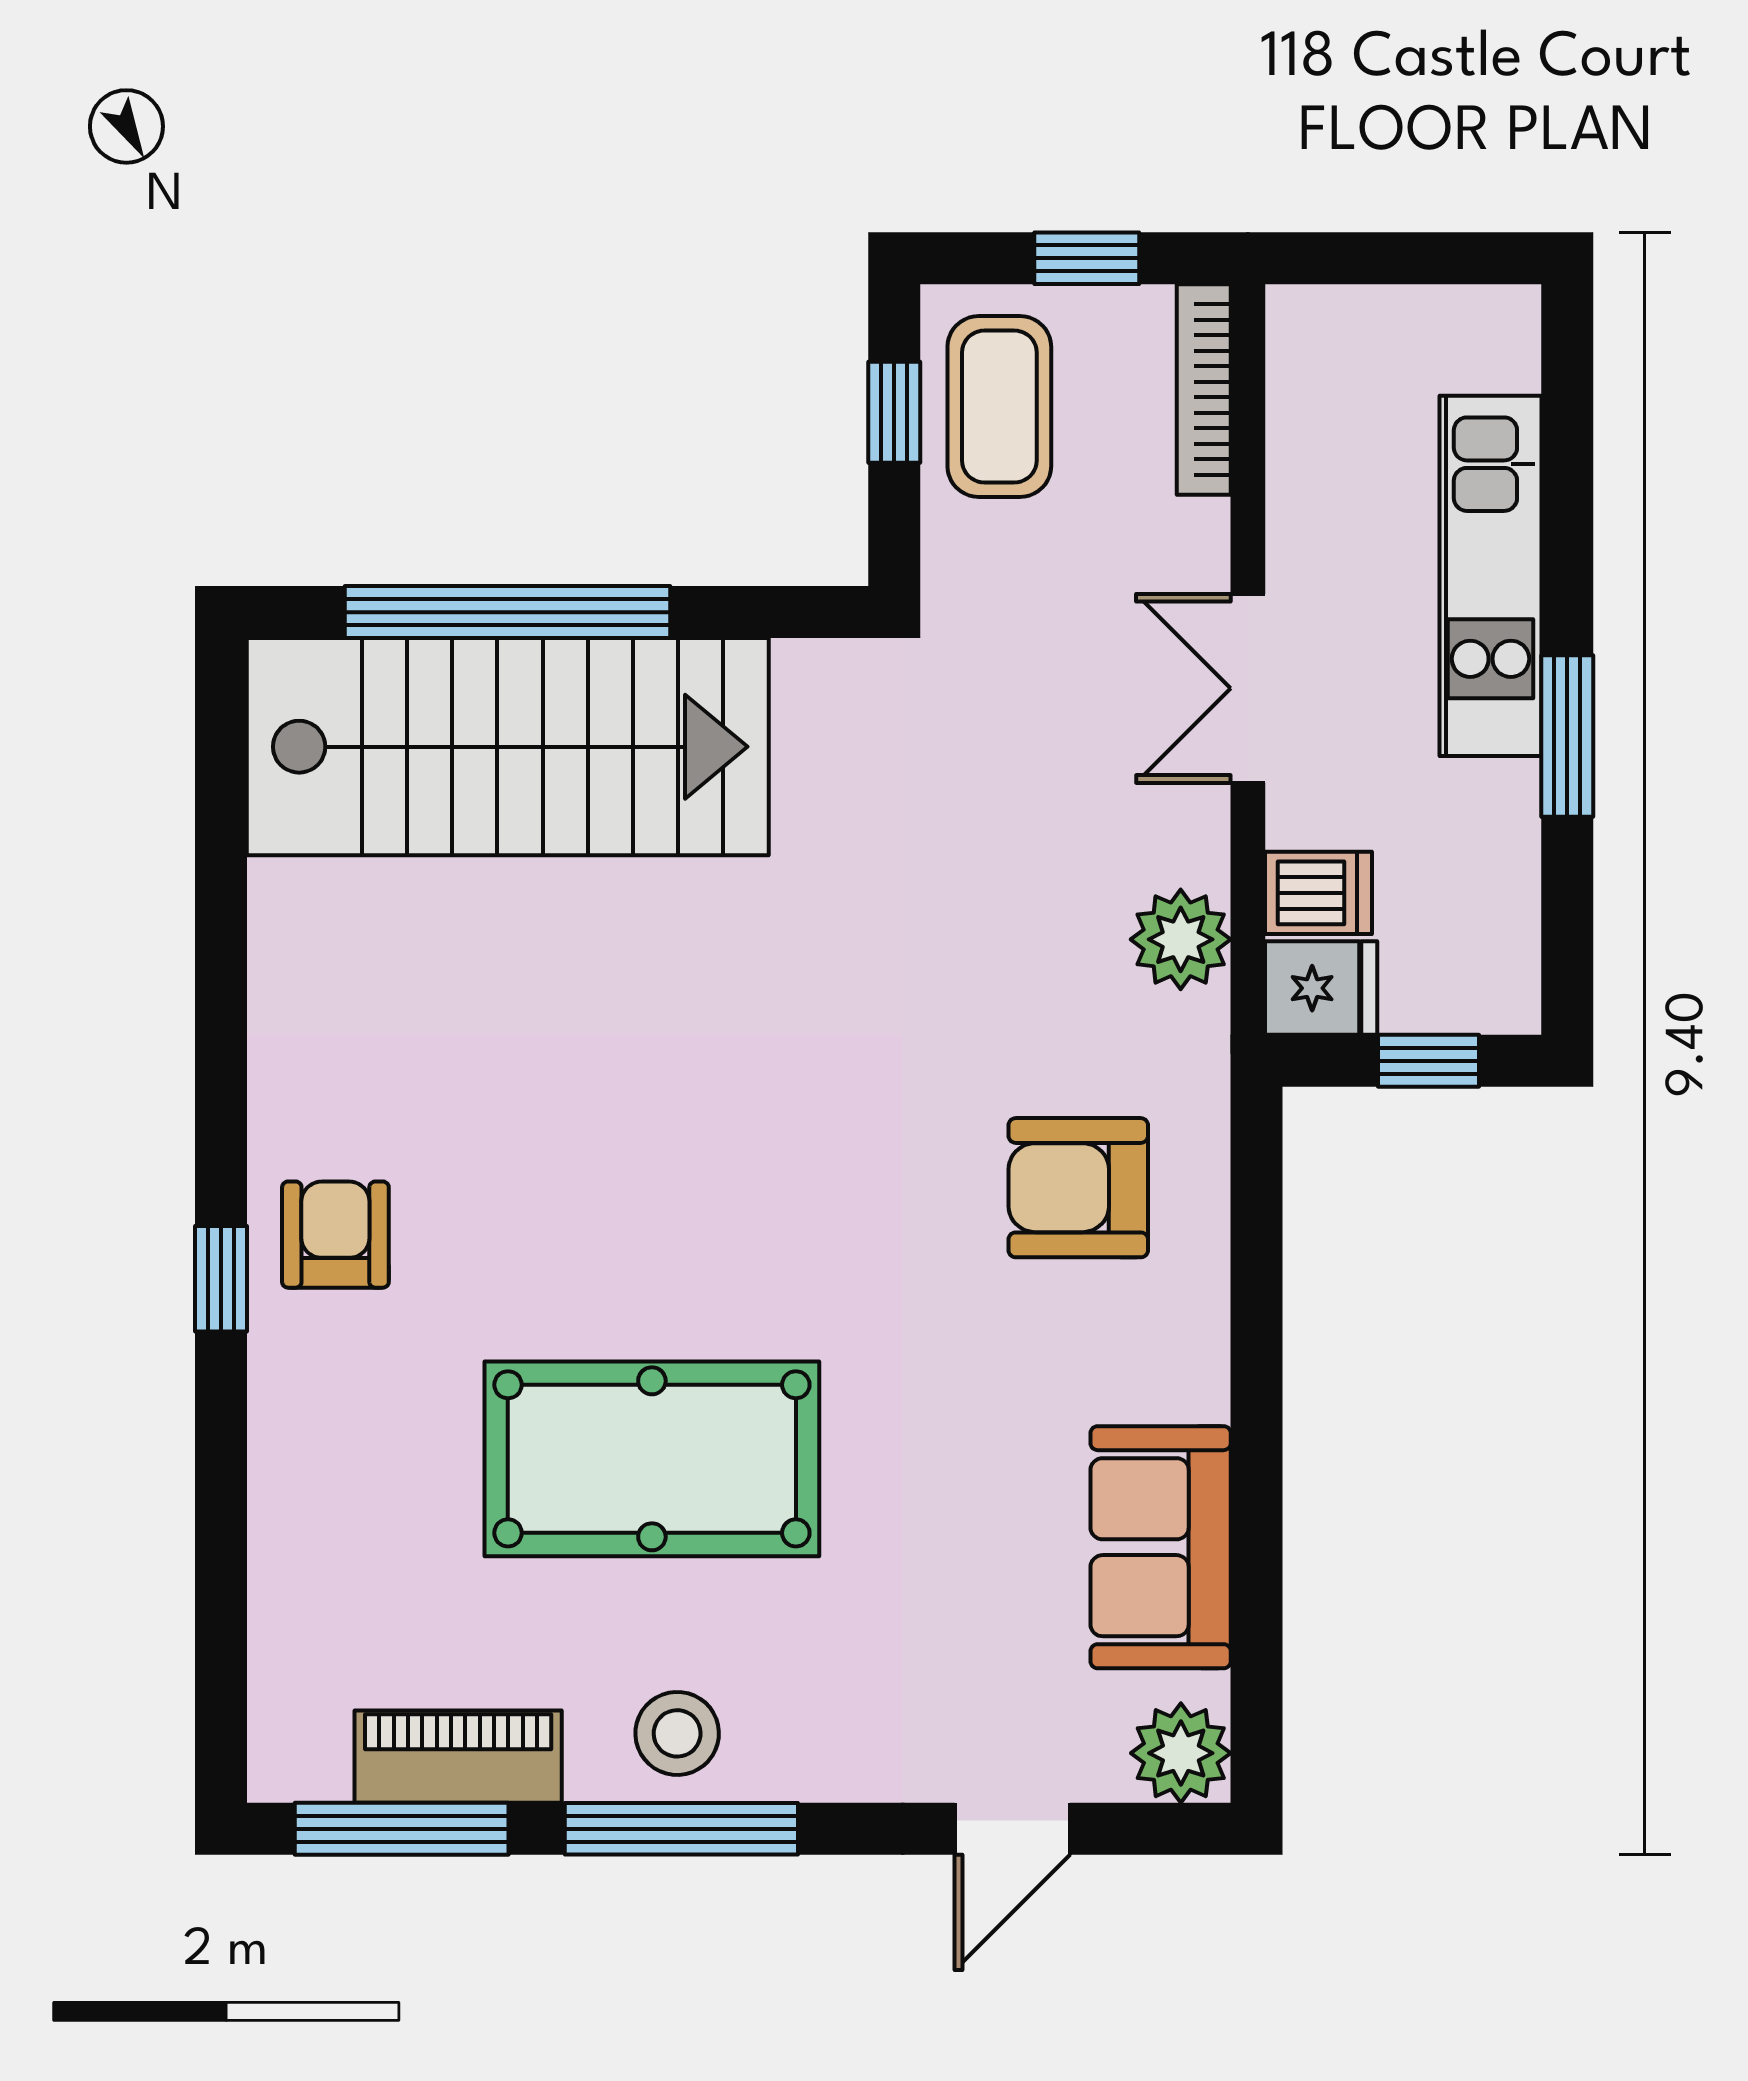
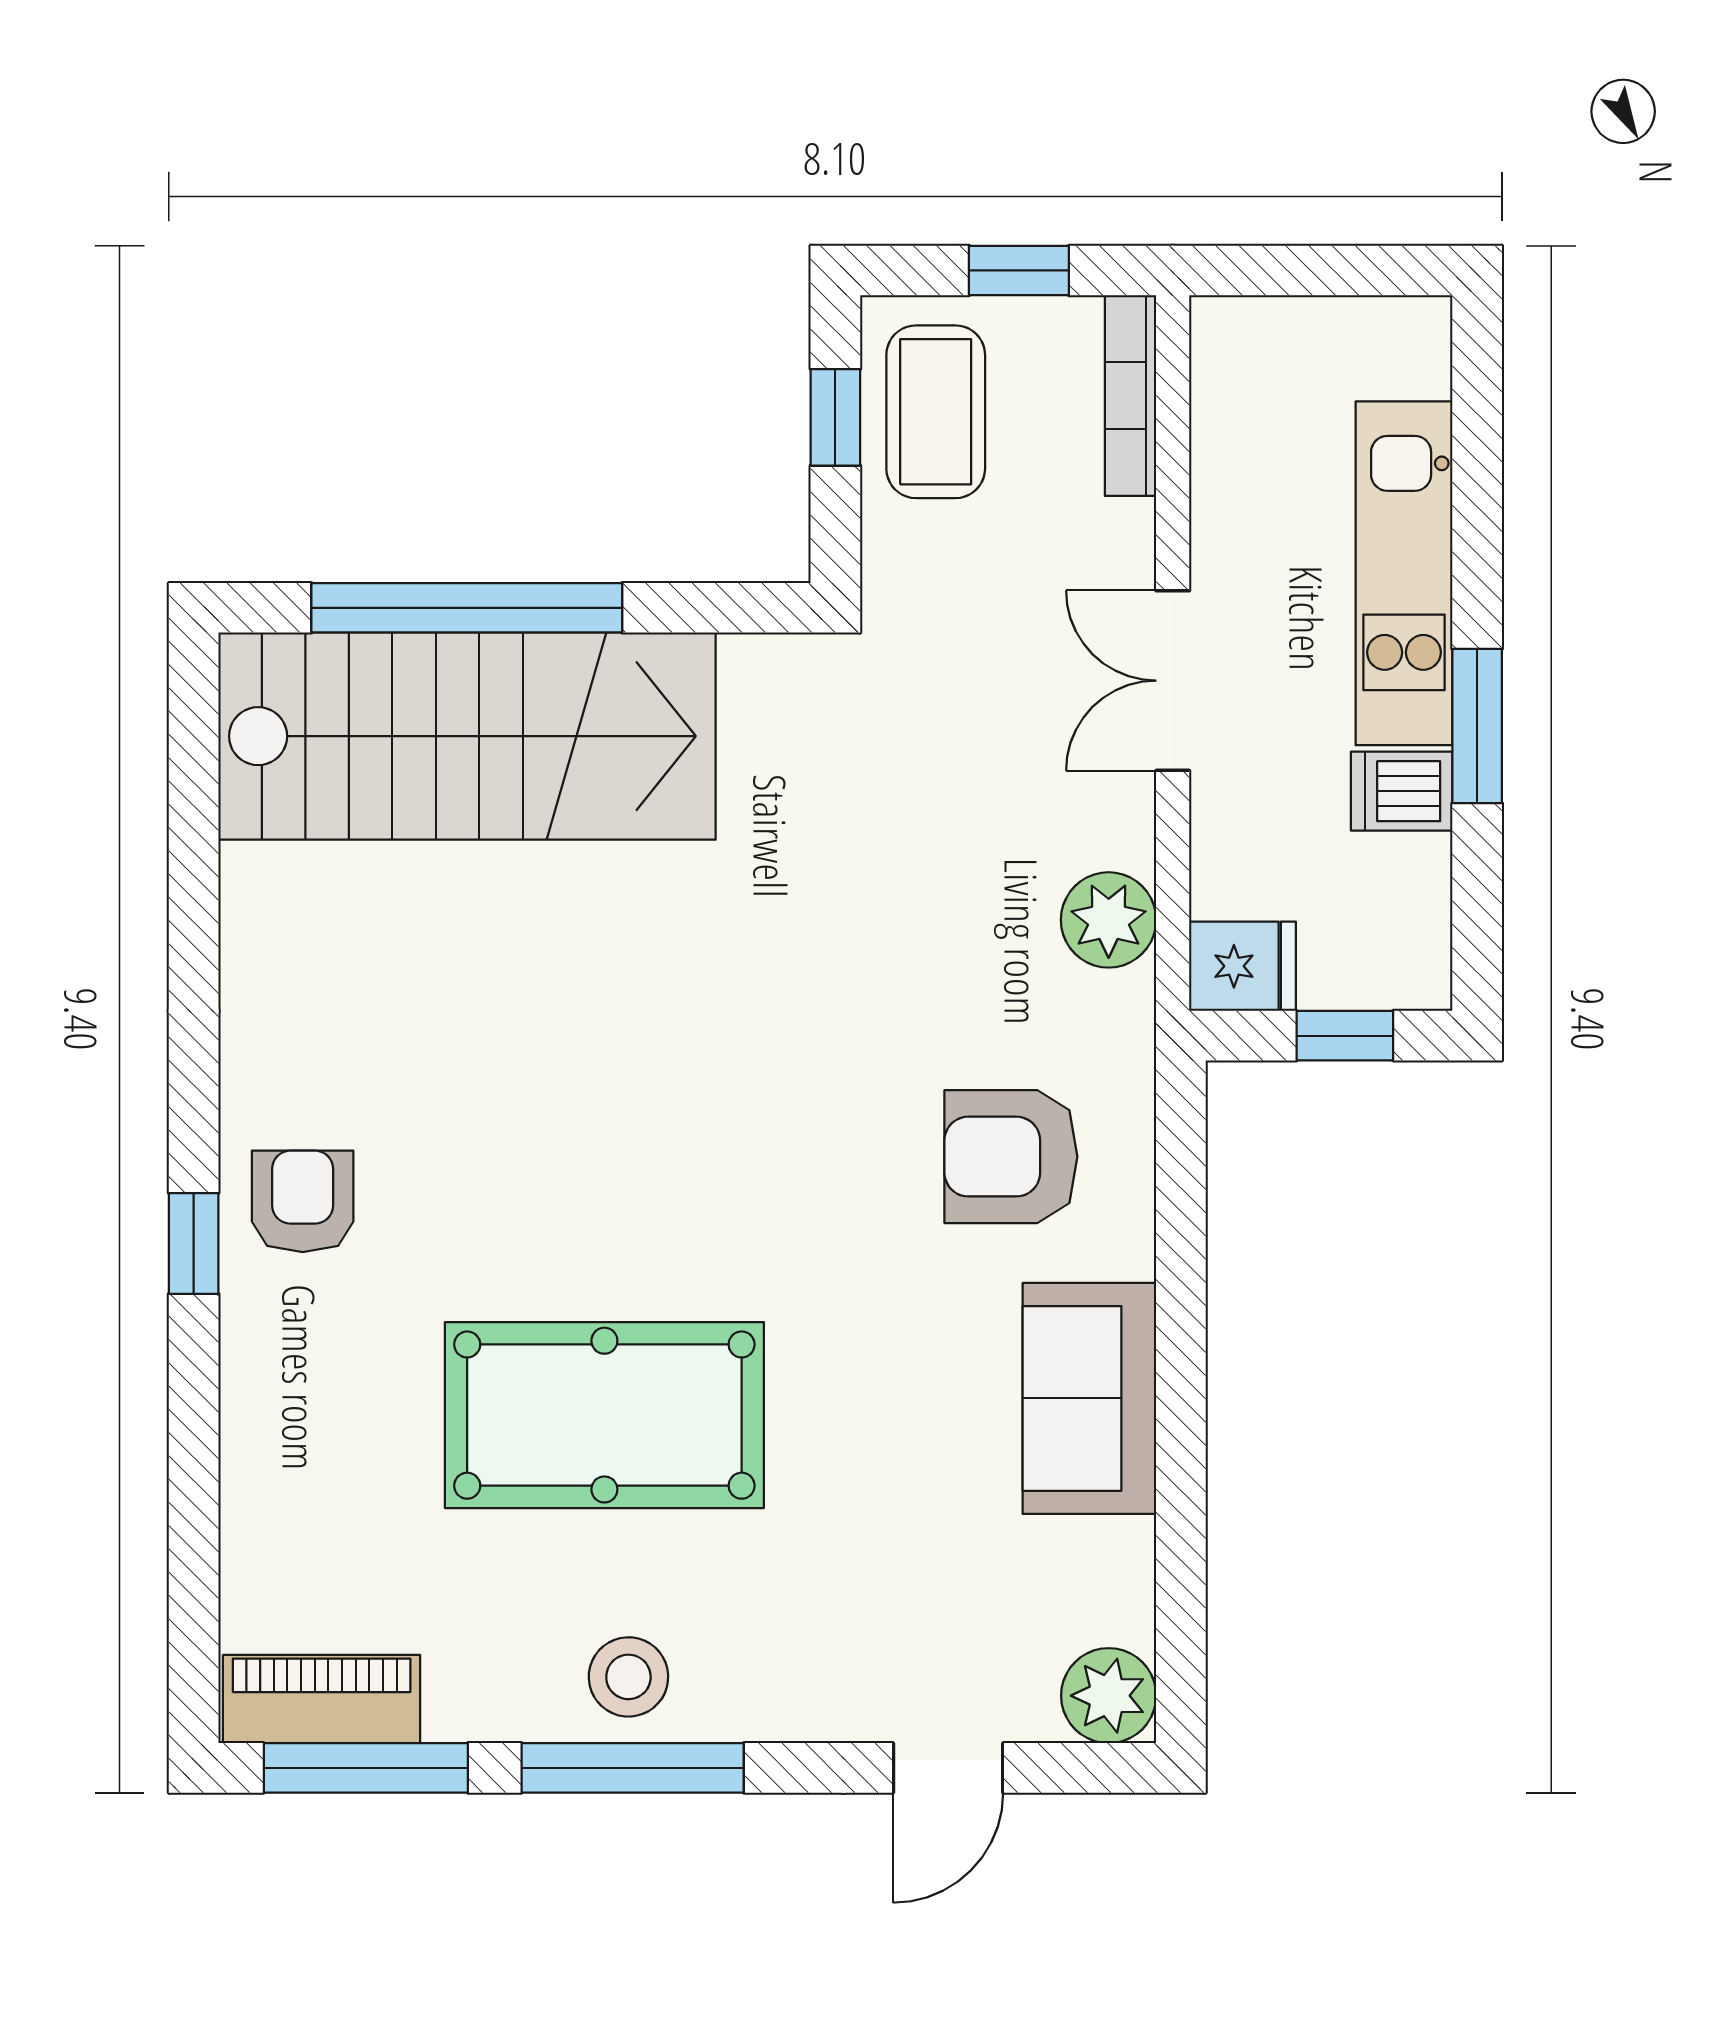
dishwasher: (1318, 893) -> (1402, 791), moved, turned 180
sofa: (1161, 1547) -> (1089, 1398), moved
piano: (458, 1757) -> (322, 1699), moved

